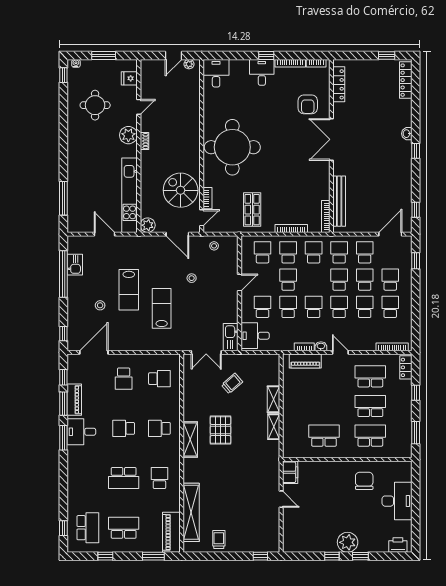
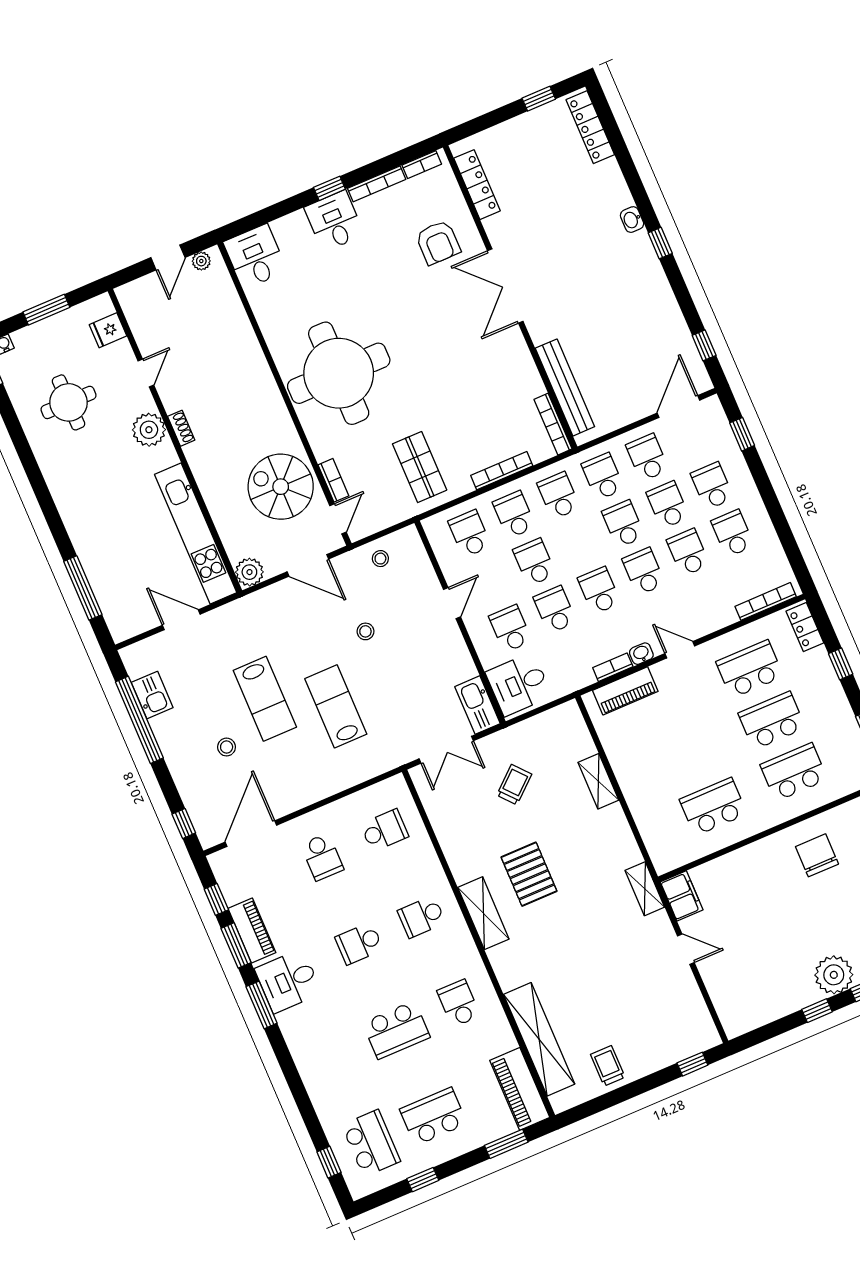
shelving: (274, 427) -> (645, 889), moved

